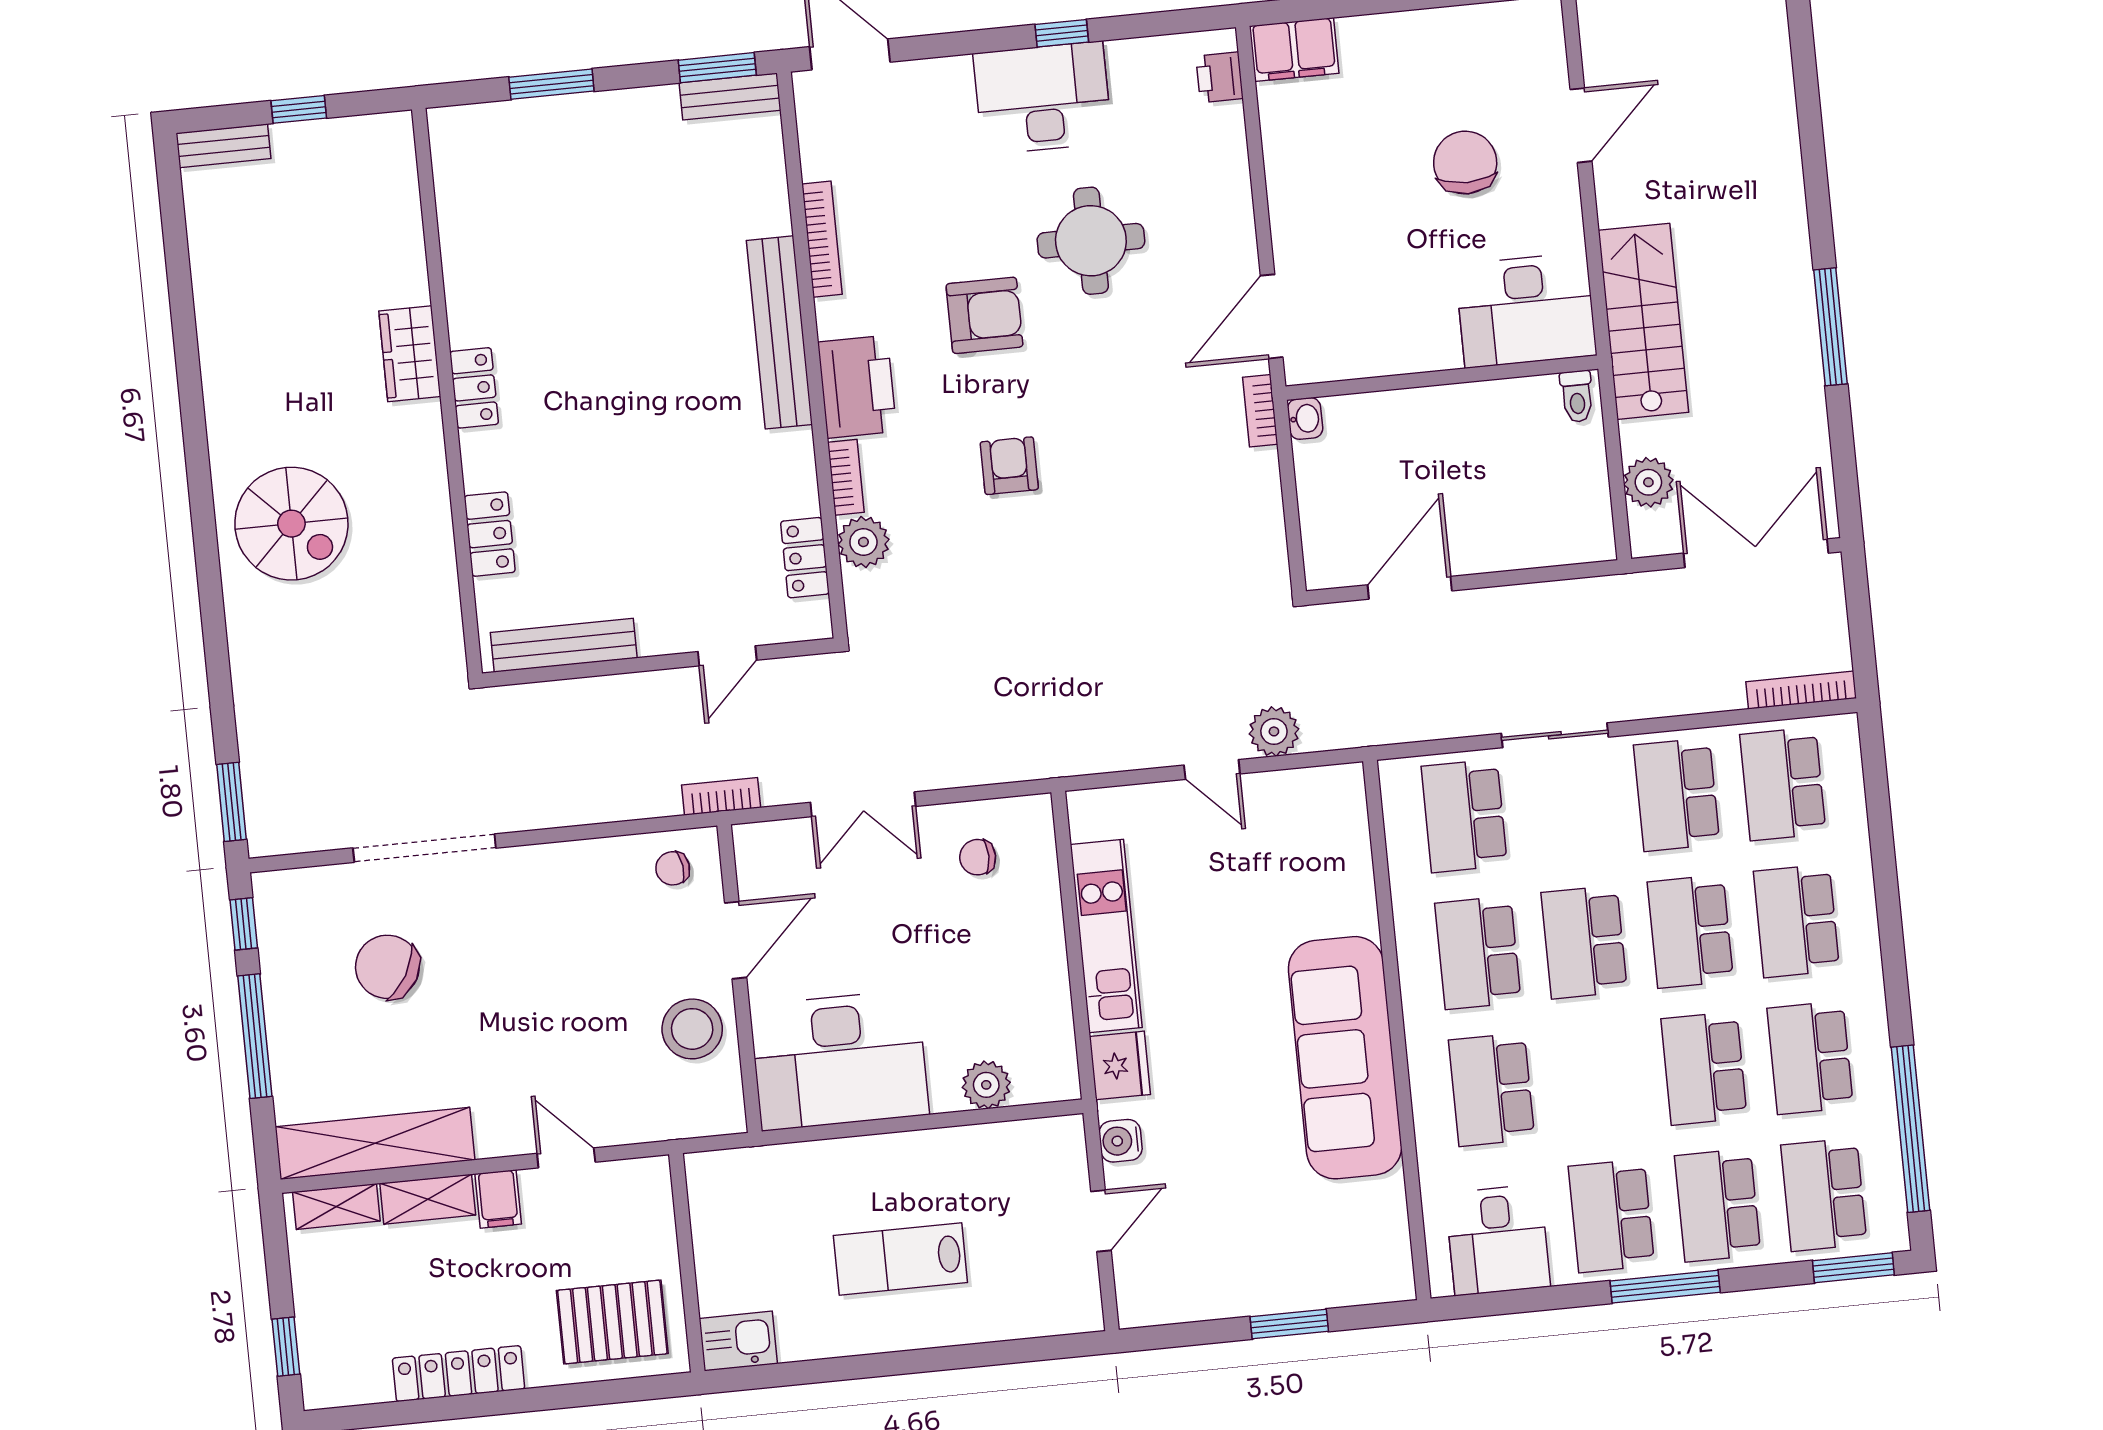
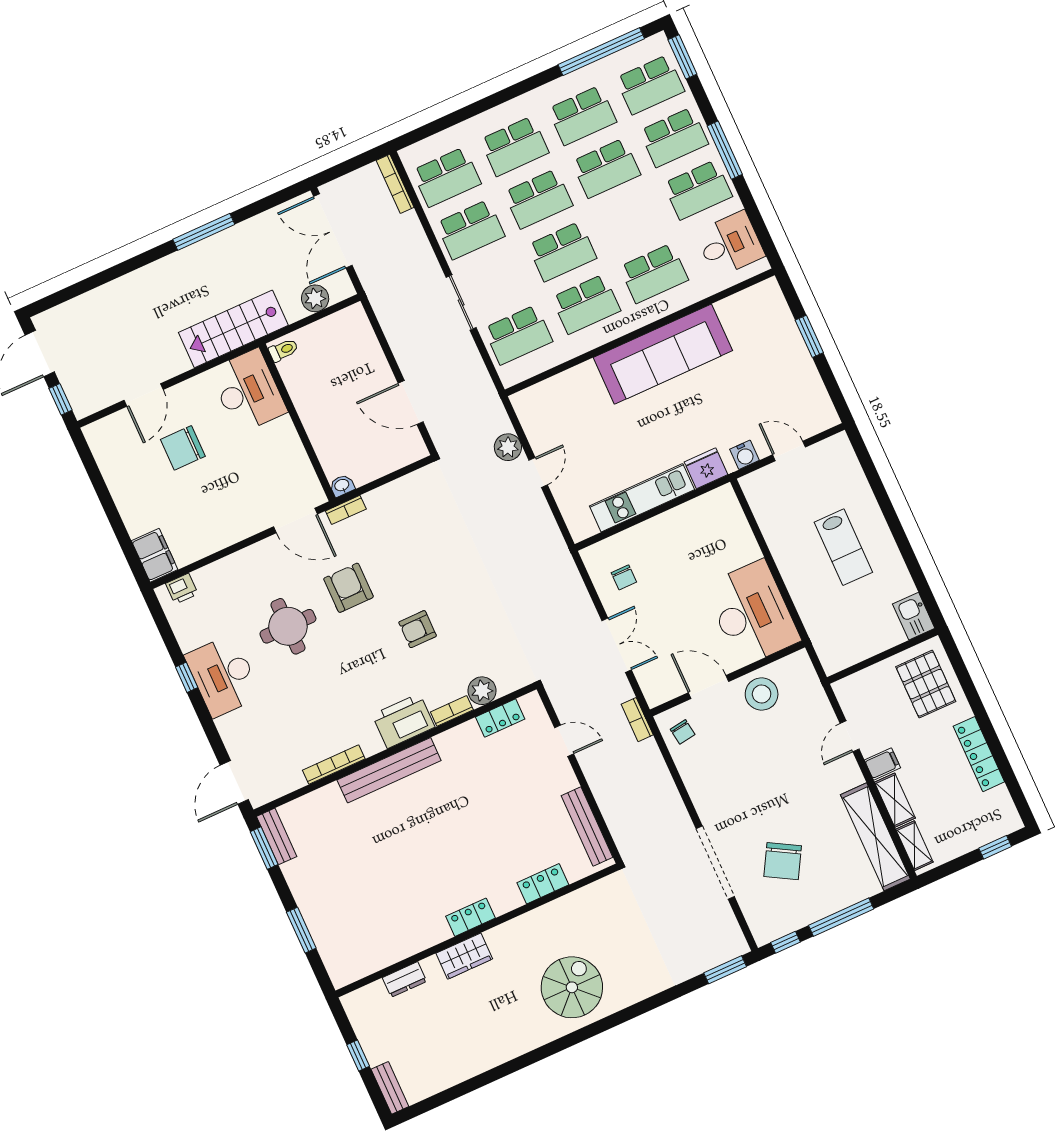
door: (1581, 125) -> (144, 395), swing flipped
dresser: (404, 235) -> (405, 979), added
armchair: (985, 315) -> (348, 588), moved
plant: (986, 1085) -> (739, 533), removed

